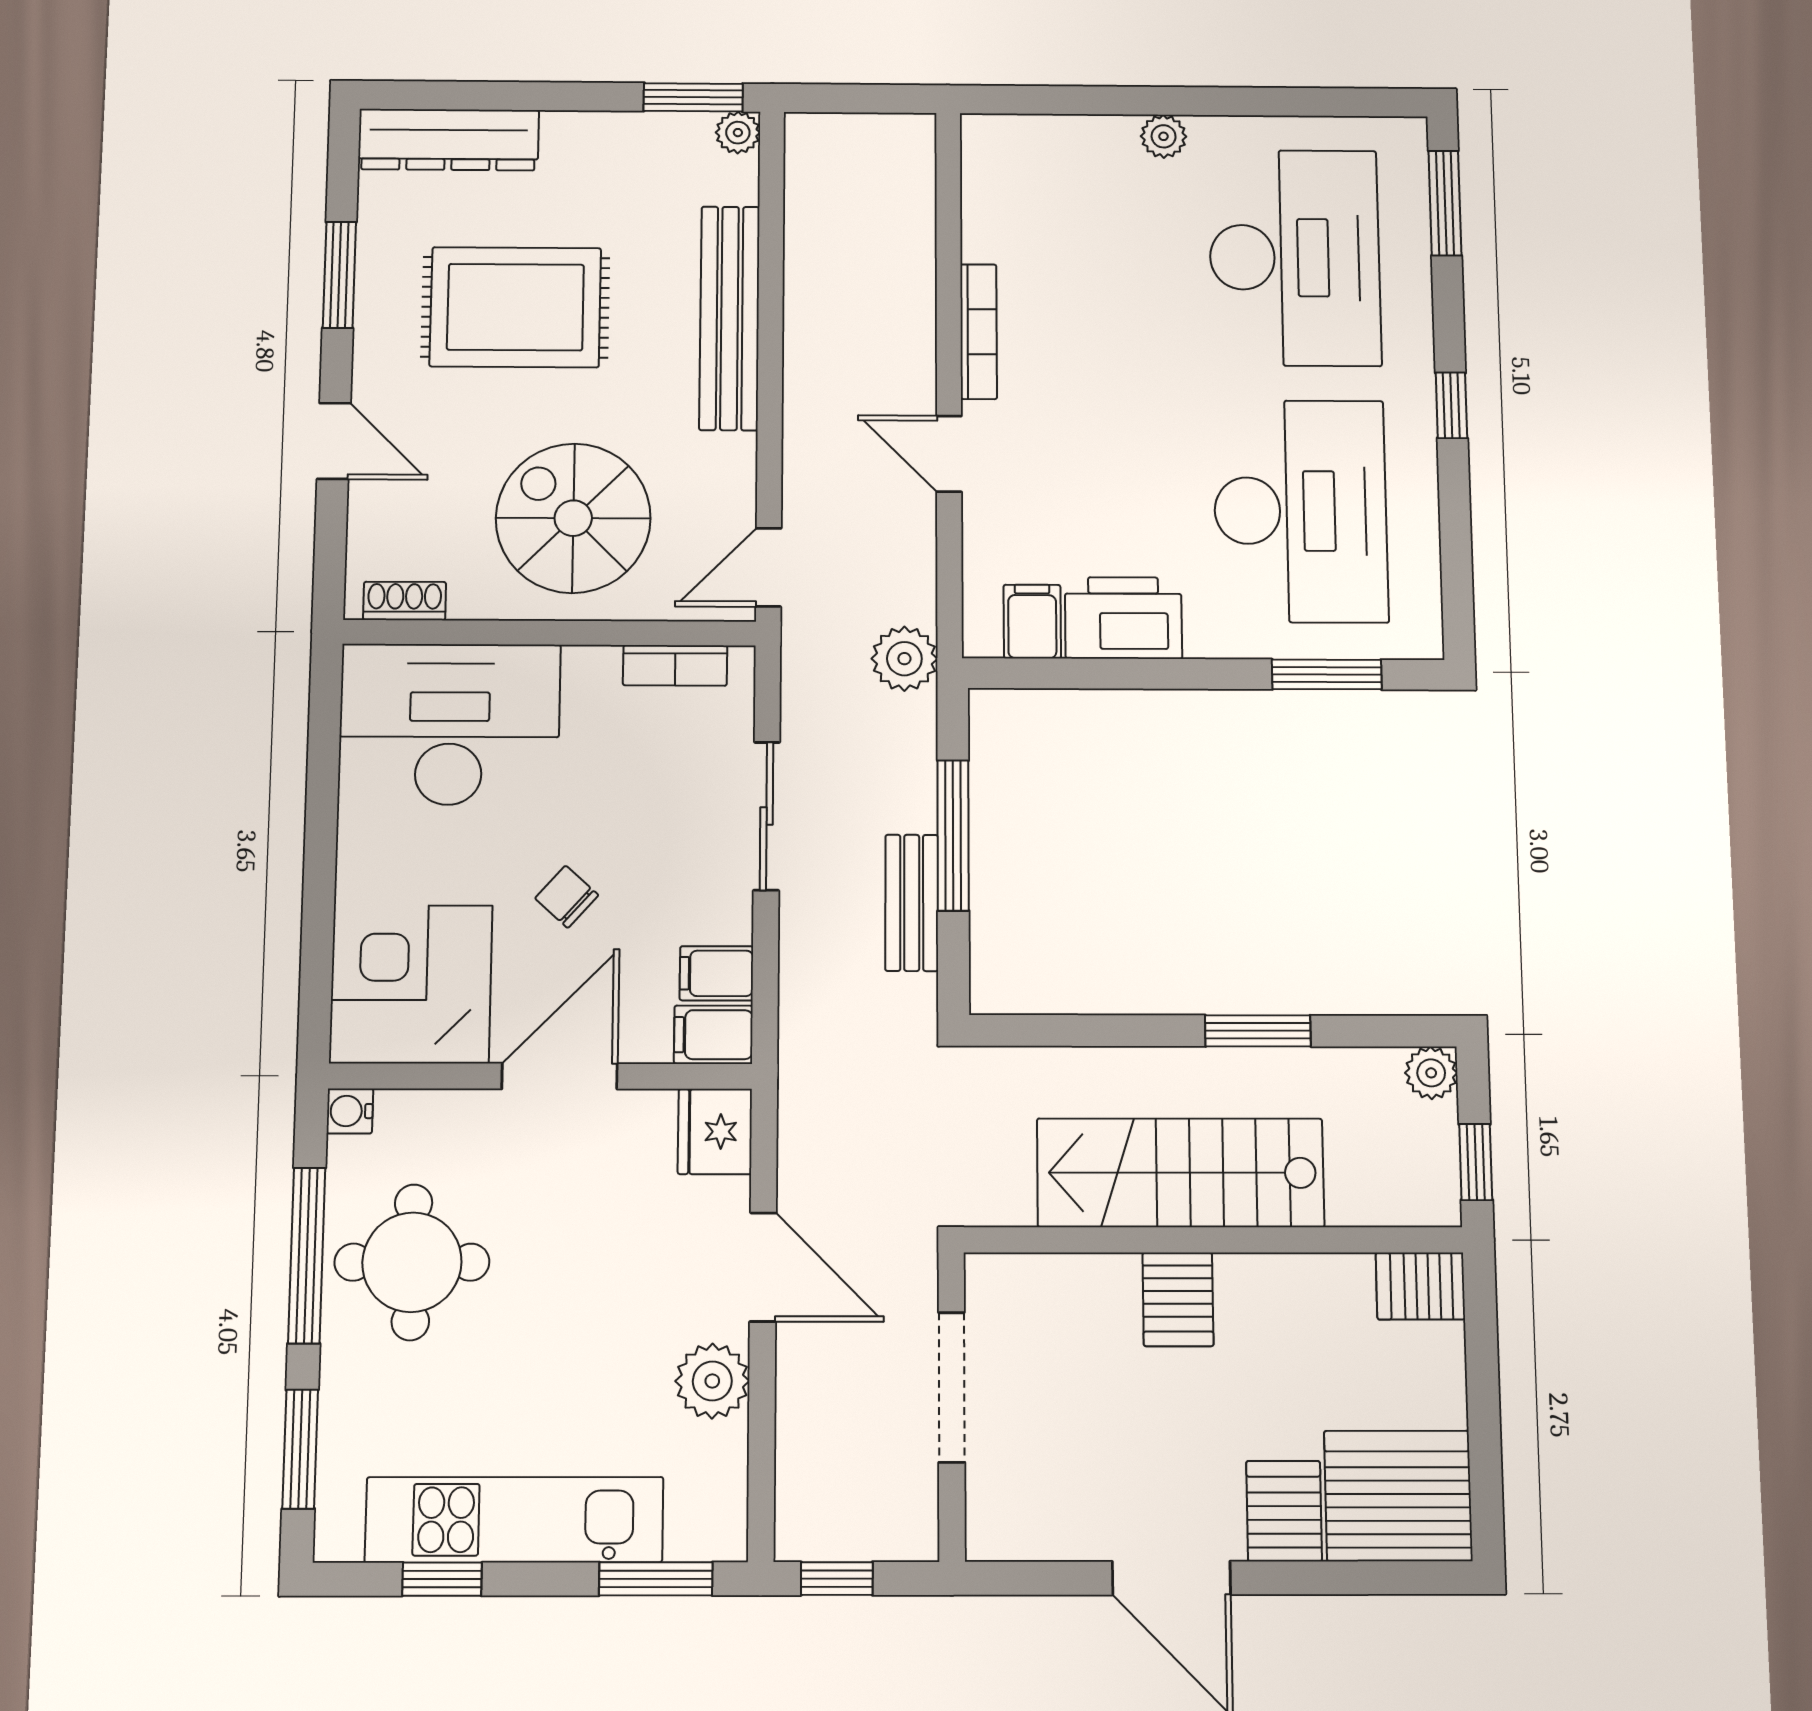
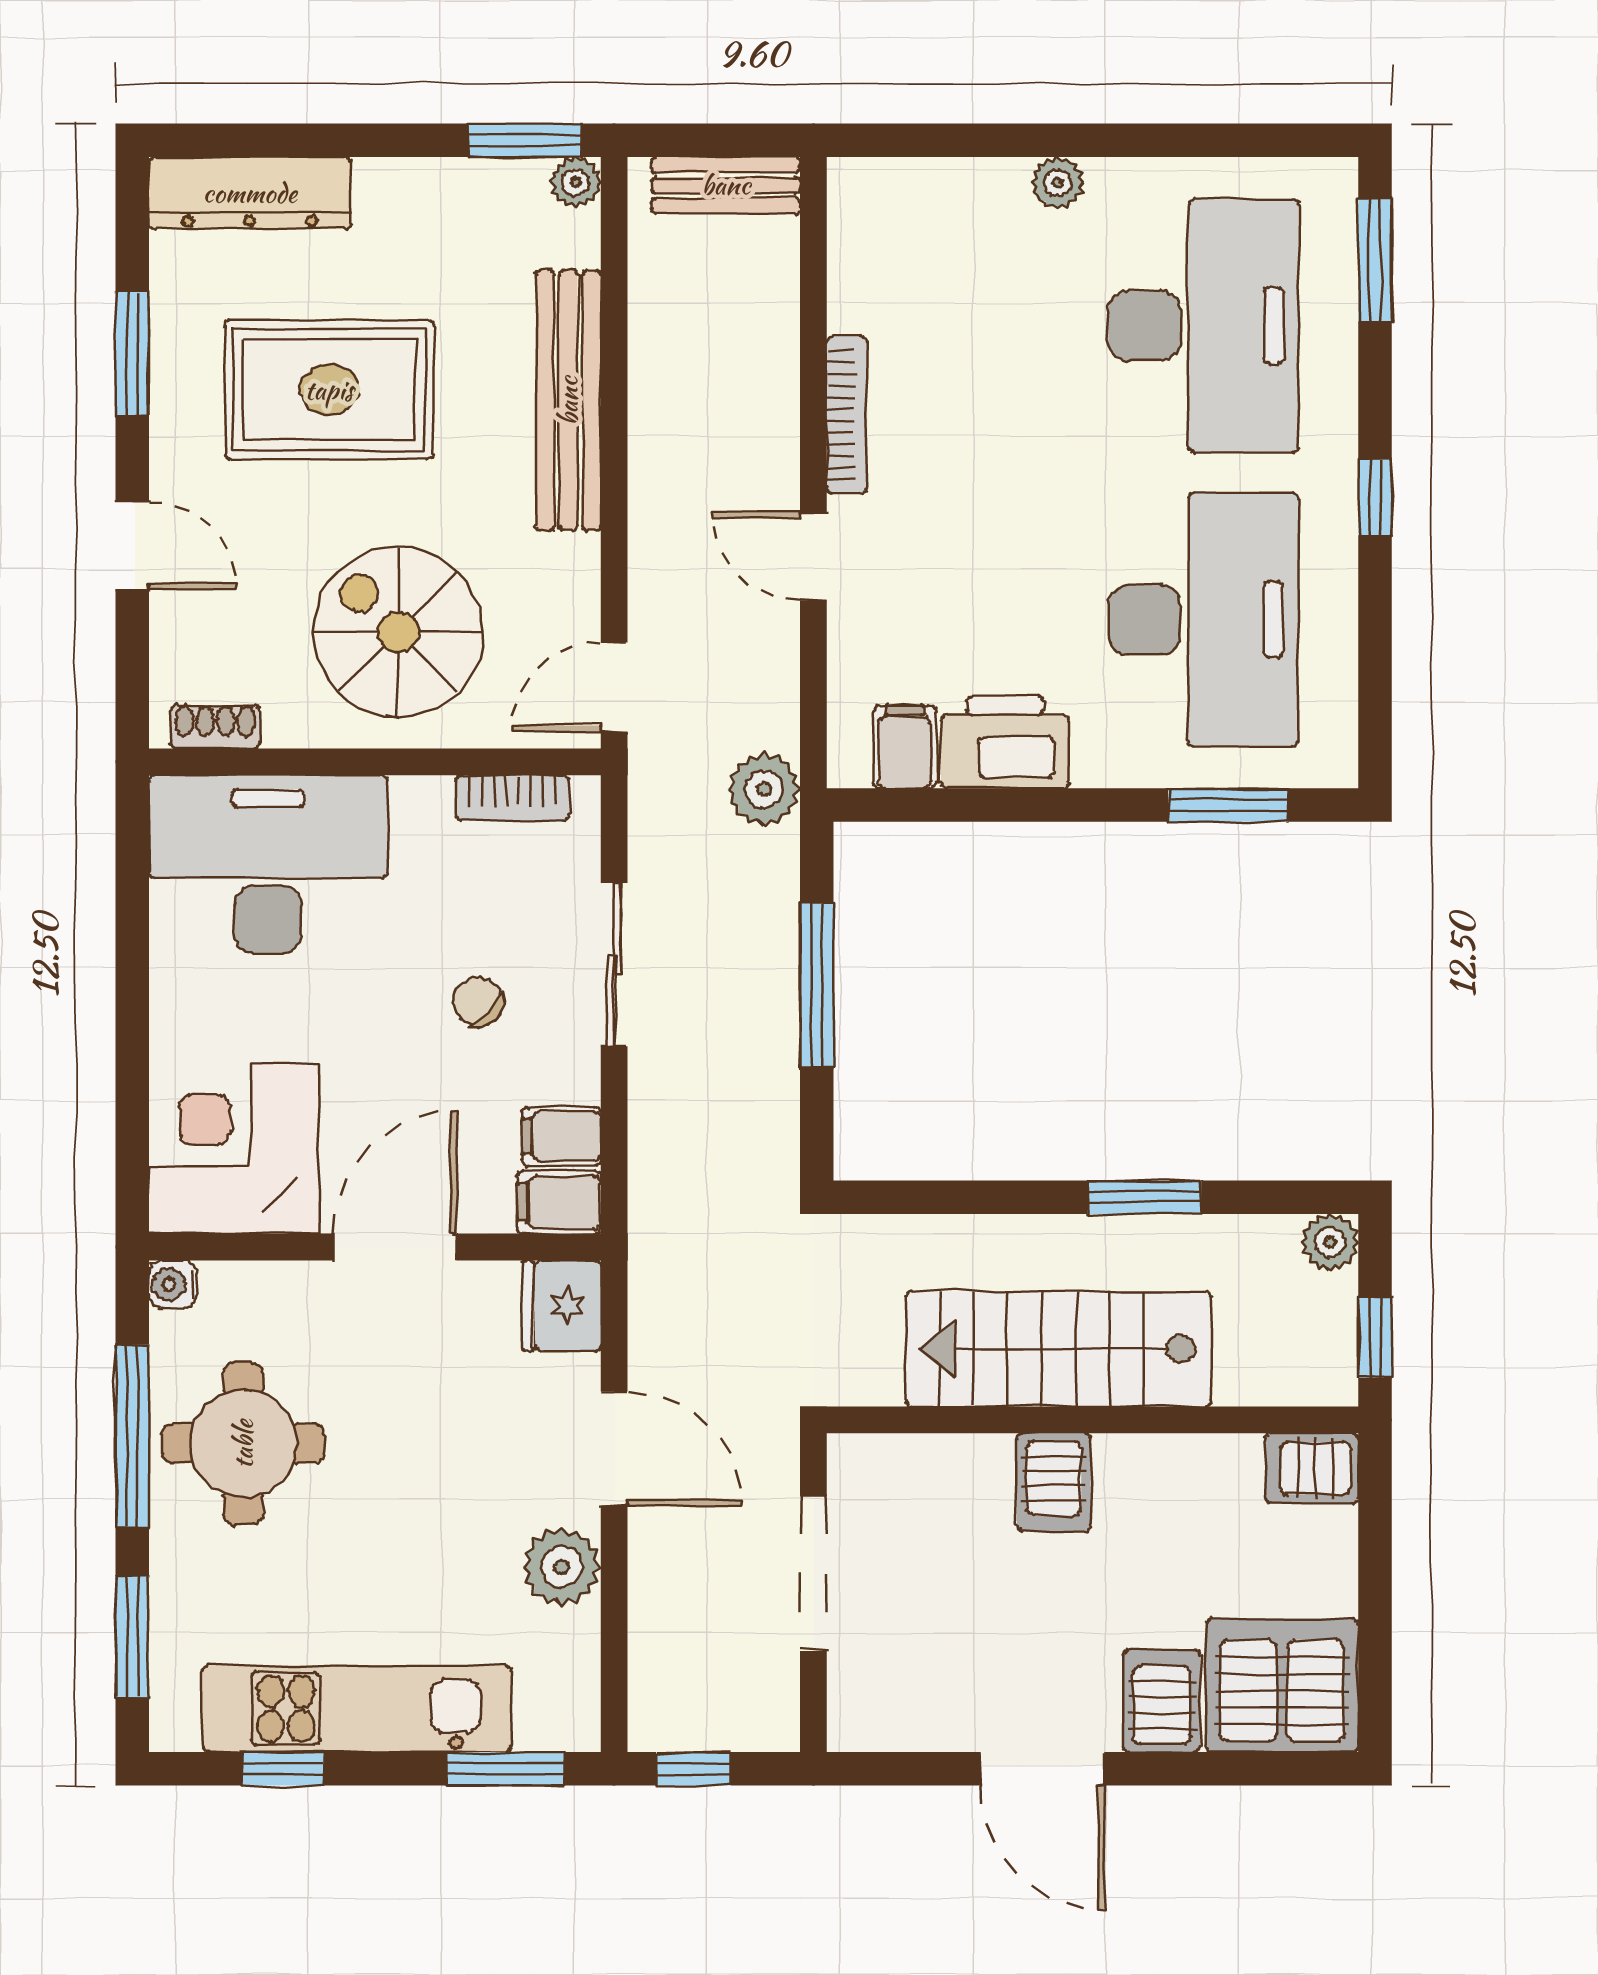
chair: (567, 897) -> (478, 1002), moved
bench: (912, 903) -> (726, 185), moved, turned 90

